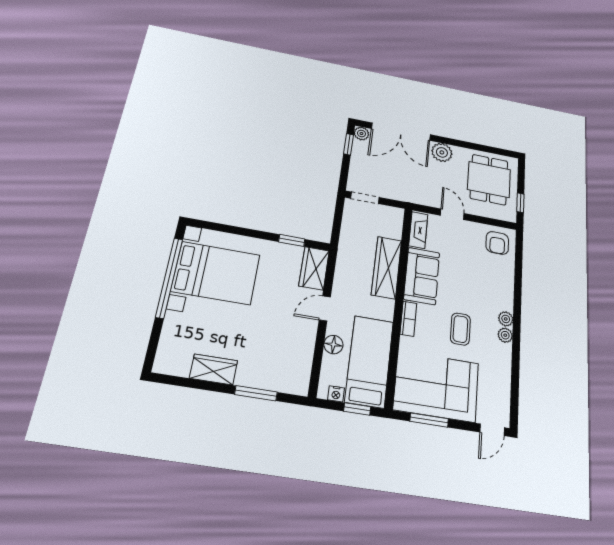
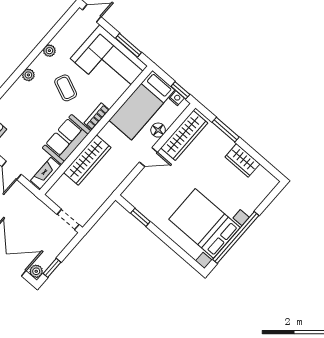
wardrobe: (314, 268) -> (184, 135), moved, width x1.50
coffee table: (460, 329) -> (66, 88), turned -67
plant: (505, 335) -> (49, 51), moved
window: (357, 409) -> (180, 90), moved

